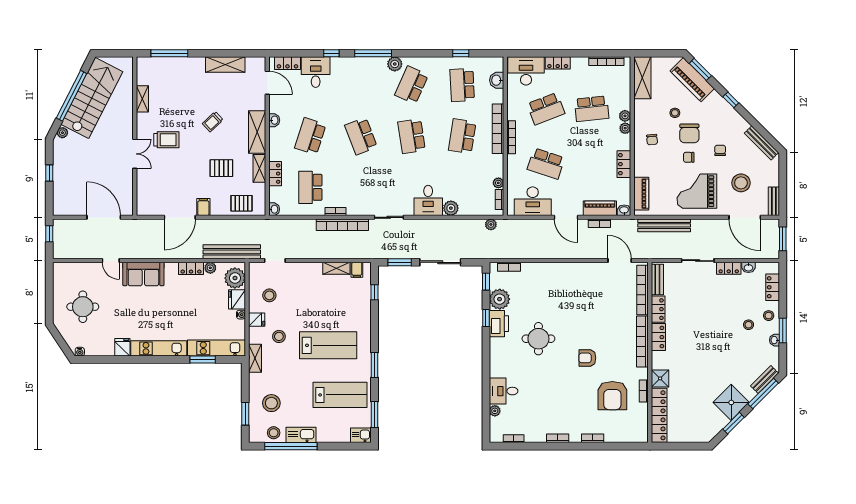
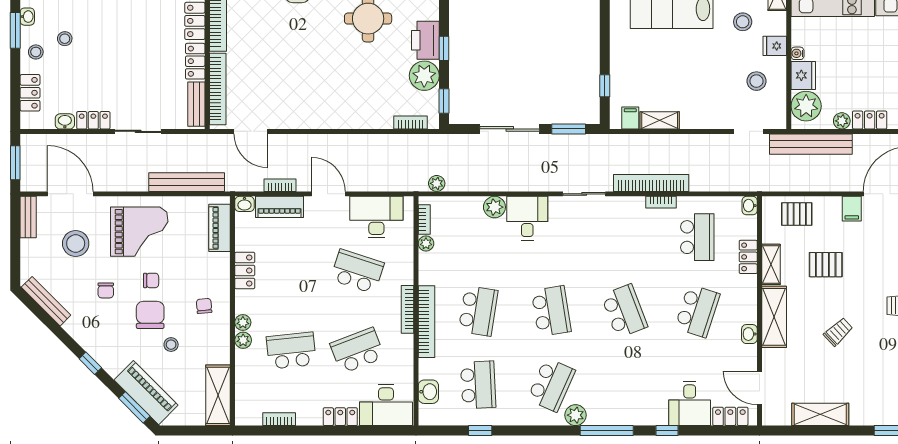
bookcase: (606, 61) -> (279, 419), width x0.64

